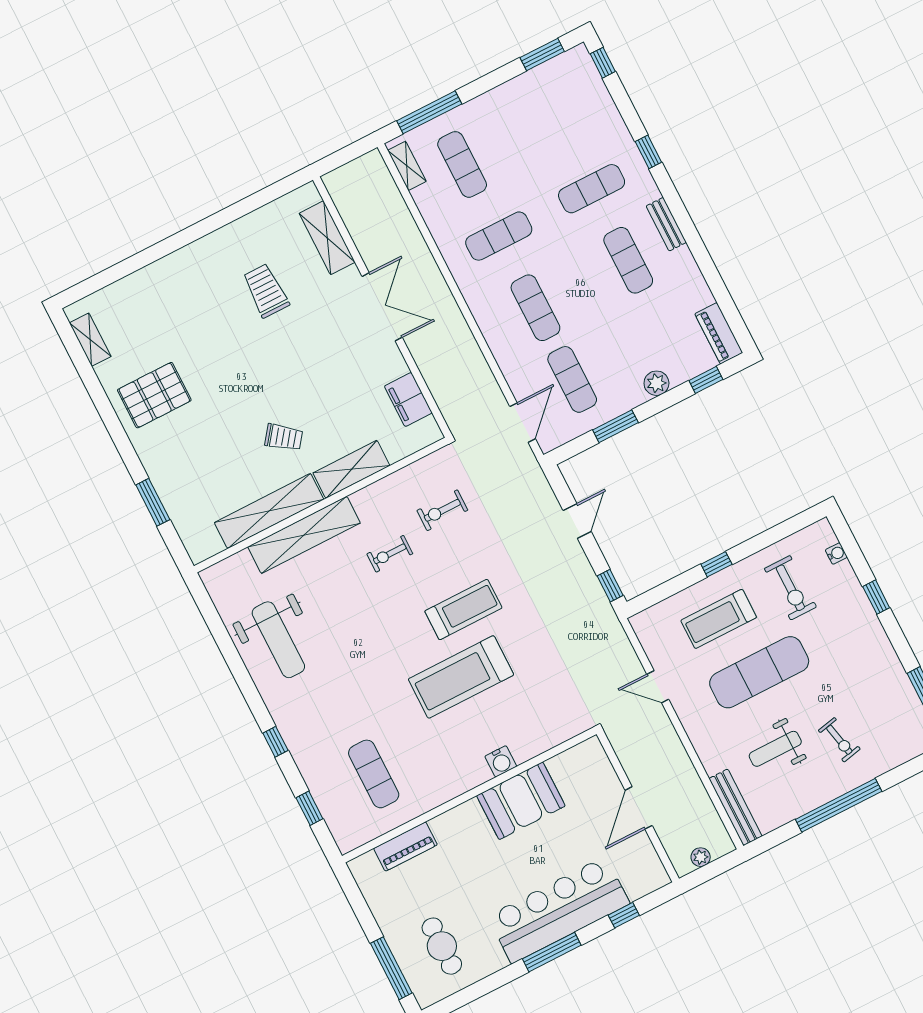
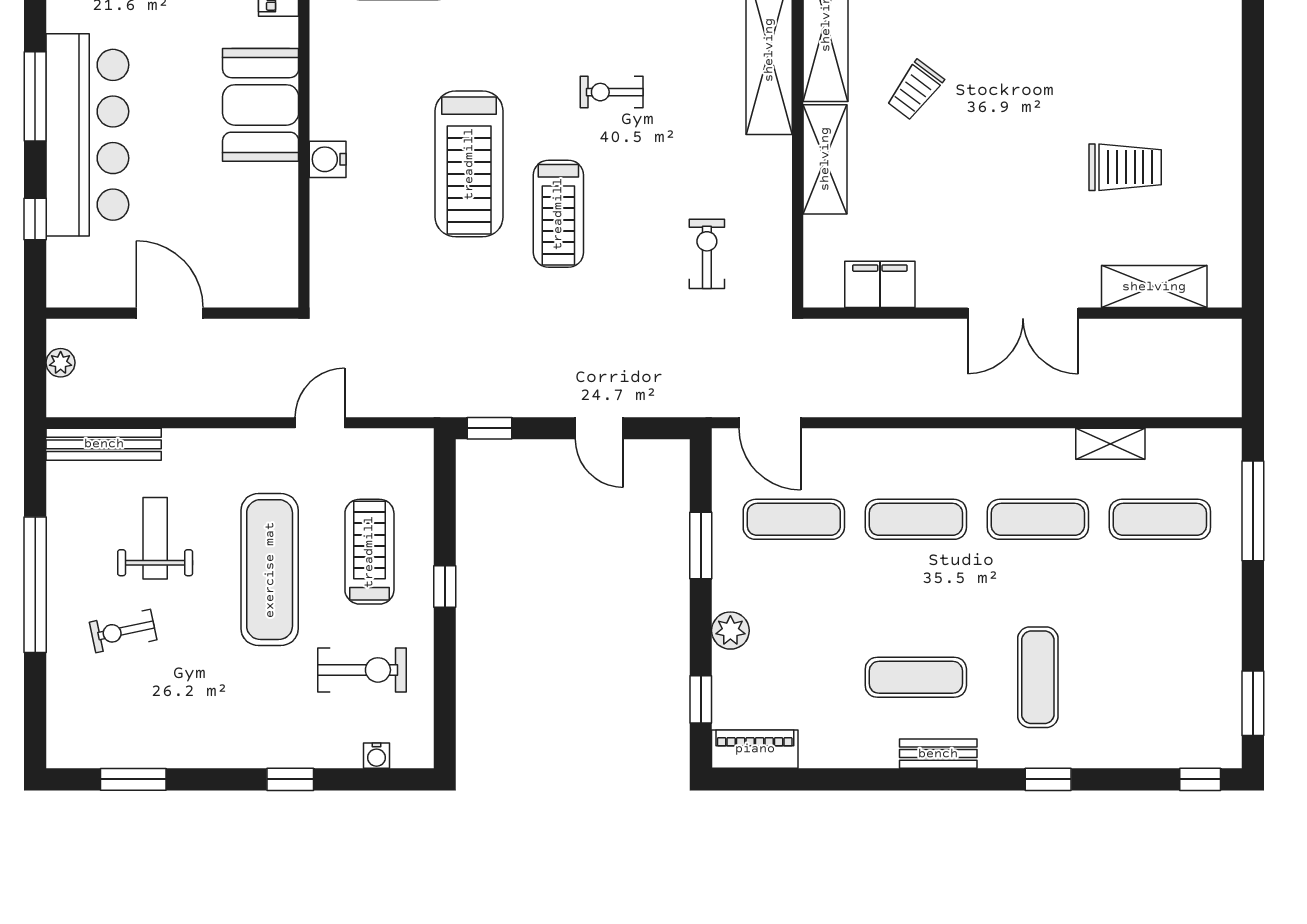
shelving: (407, 166) -> (1110, 444), moved
exercise mat: (499, 236) -> (1038, 519), turned 90
exercise bike: (390, 554) -> (612, 92), moved, turned -90
exercise bike: (790, 588) -> (362, 670), turned 180
treadmill: (461, 677) -> (469, 164), turned 180
booth: (521, 801) -> (261, 105), moved

